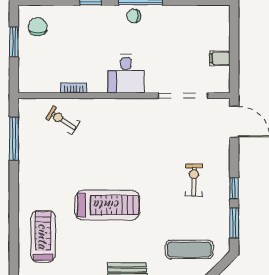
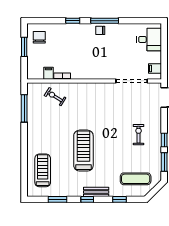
filing cabinet: (220, 58) -> (155, 68), moved
desk: (126, 74) -> (149, 39), moved, turned -90
filing cabinet: (52, 83) -> (48, 73), added
treadmill: (107, 205) -> (83, 151), turned -90

